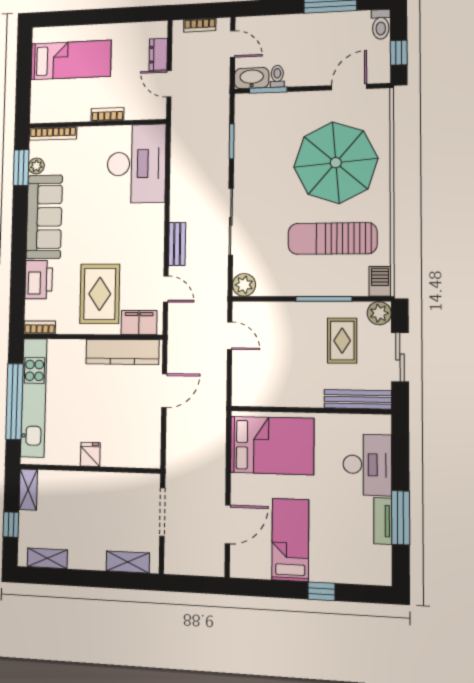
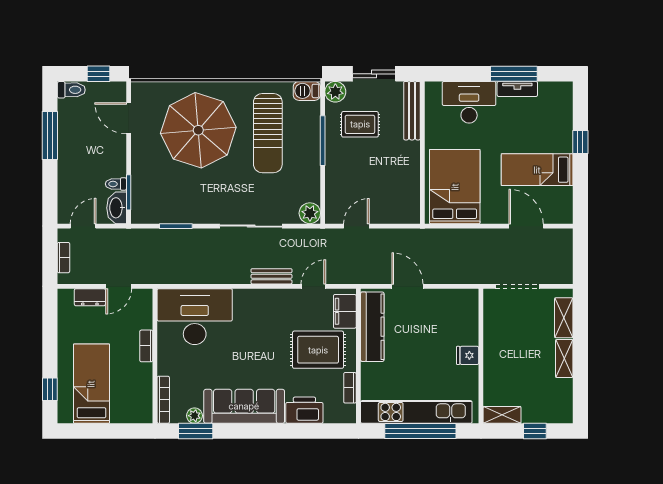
window: (66, 18) -> (50, 389), added
bookcase: (40, 327) -> (350, 388), moved
shelving: (47, 558) -> (564, 358), moved

